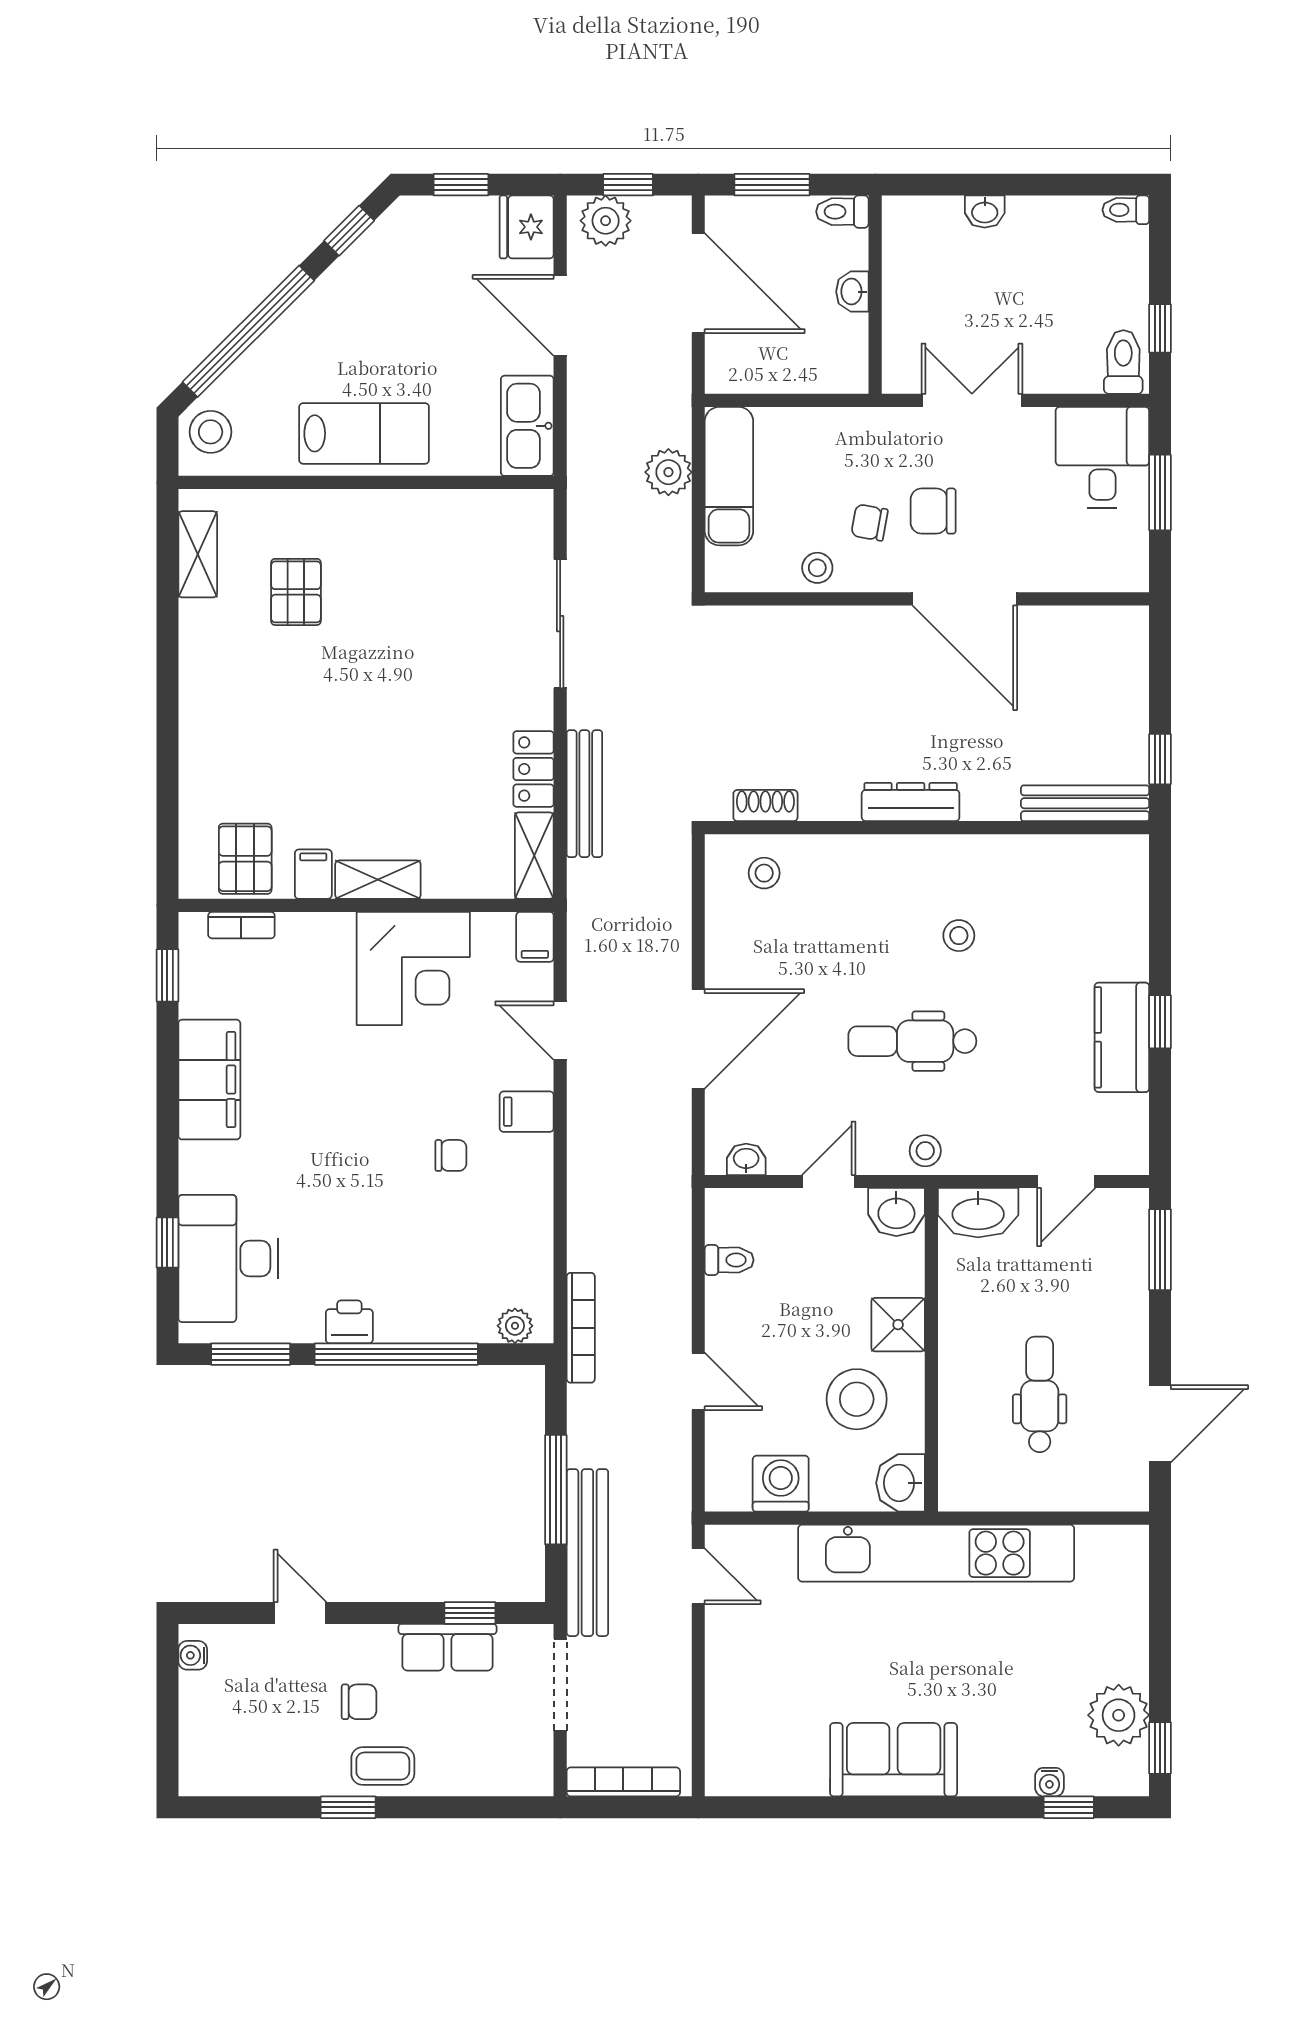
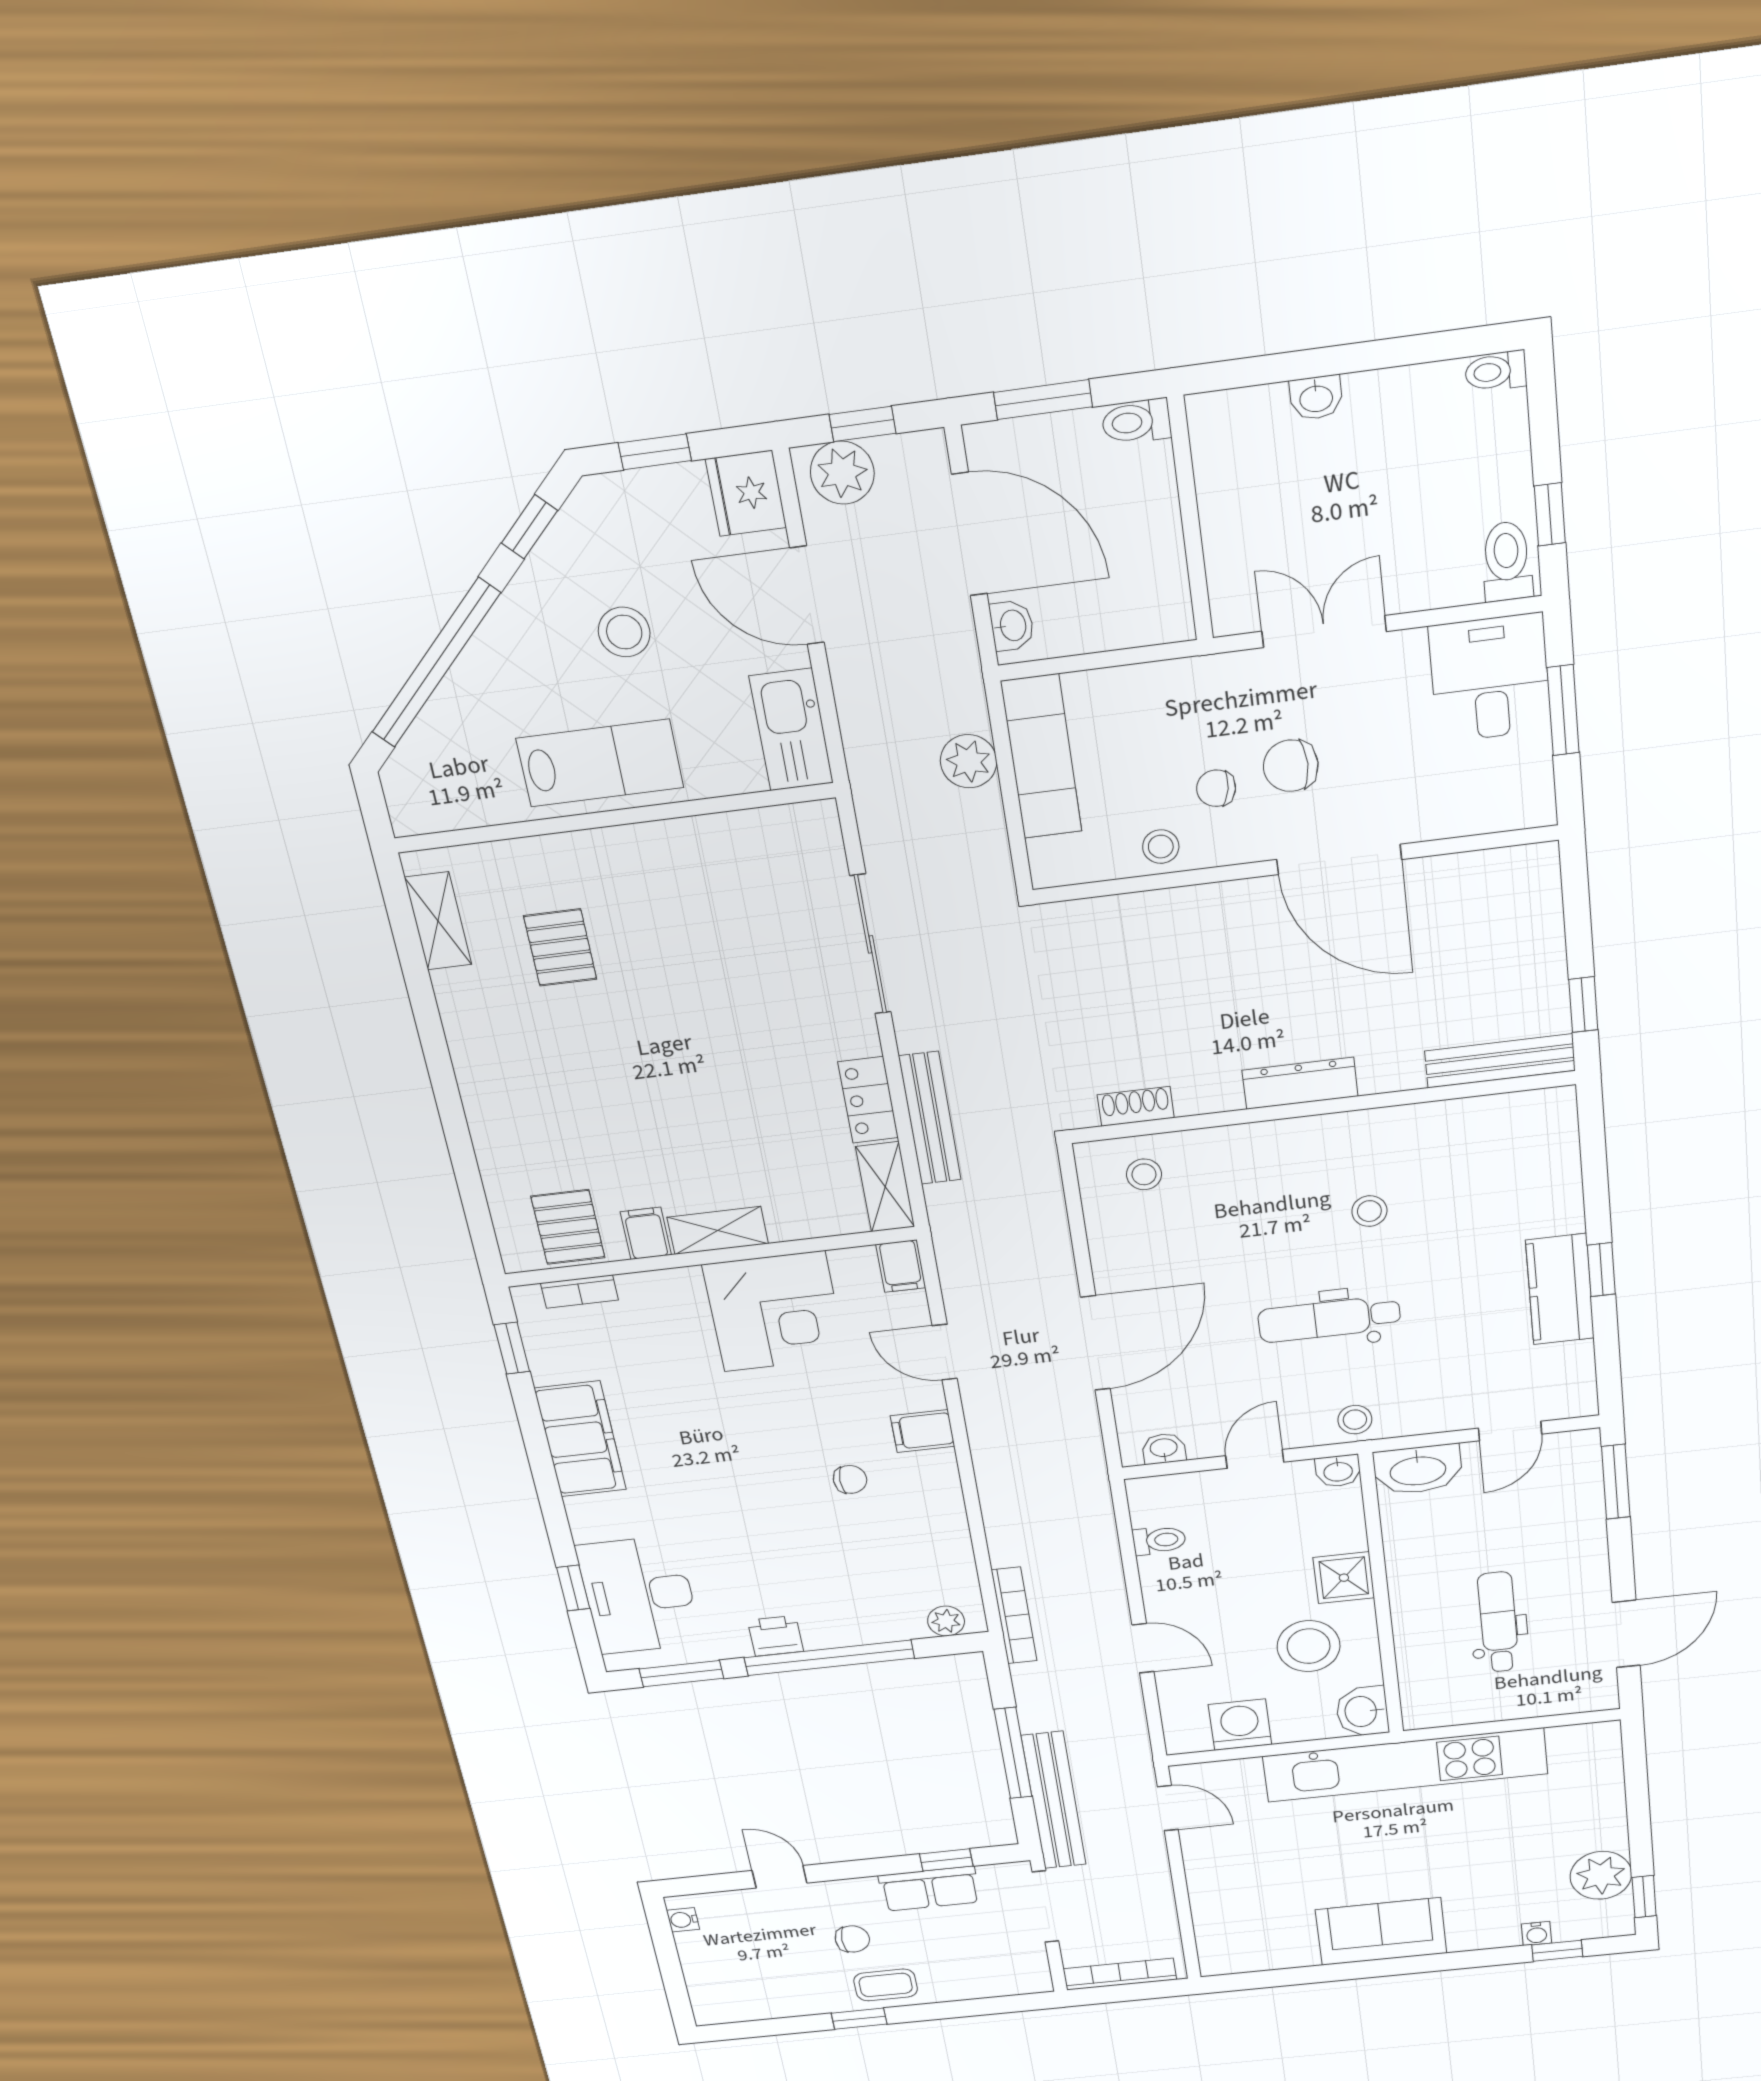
washbasin: (852, 292) -> (1012, 626), moved, turned 180
stool: (211, 432) -> (624, 632), moved
washbasin: (896, 1212) -> (1338, 1471), width x0.72, depth x0.69

